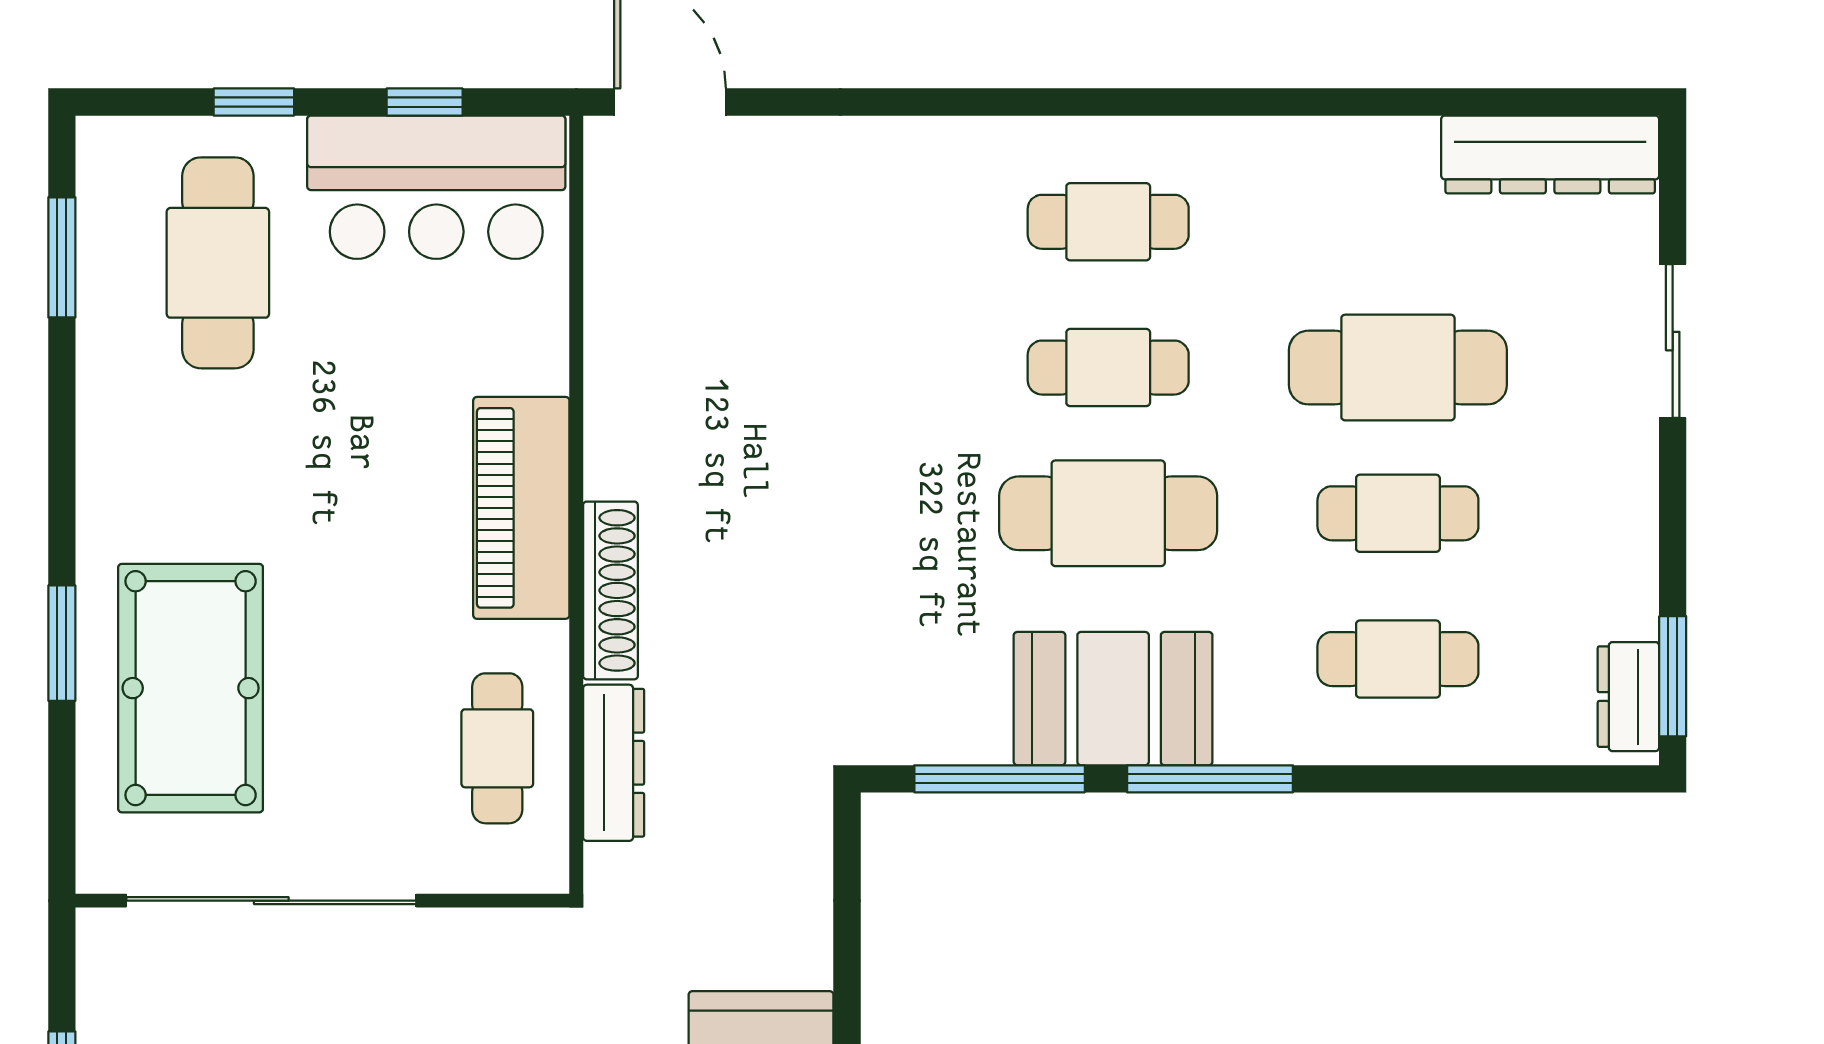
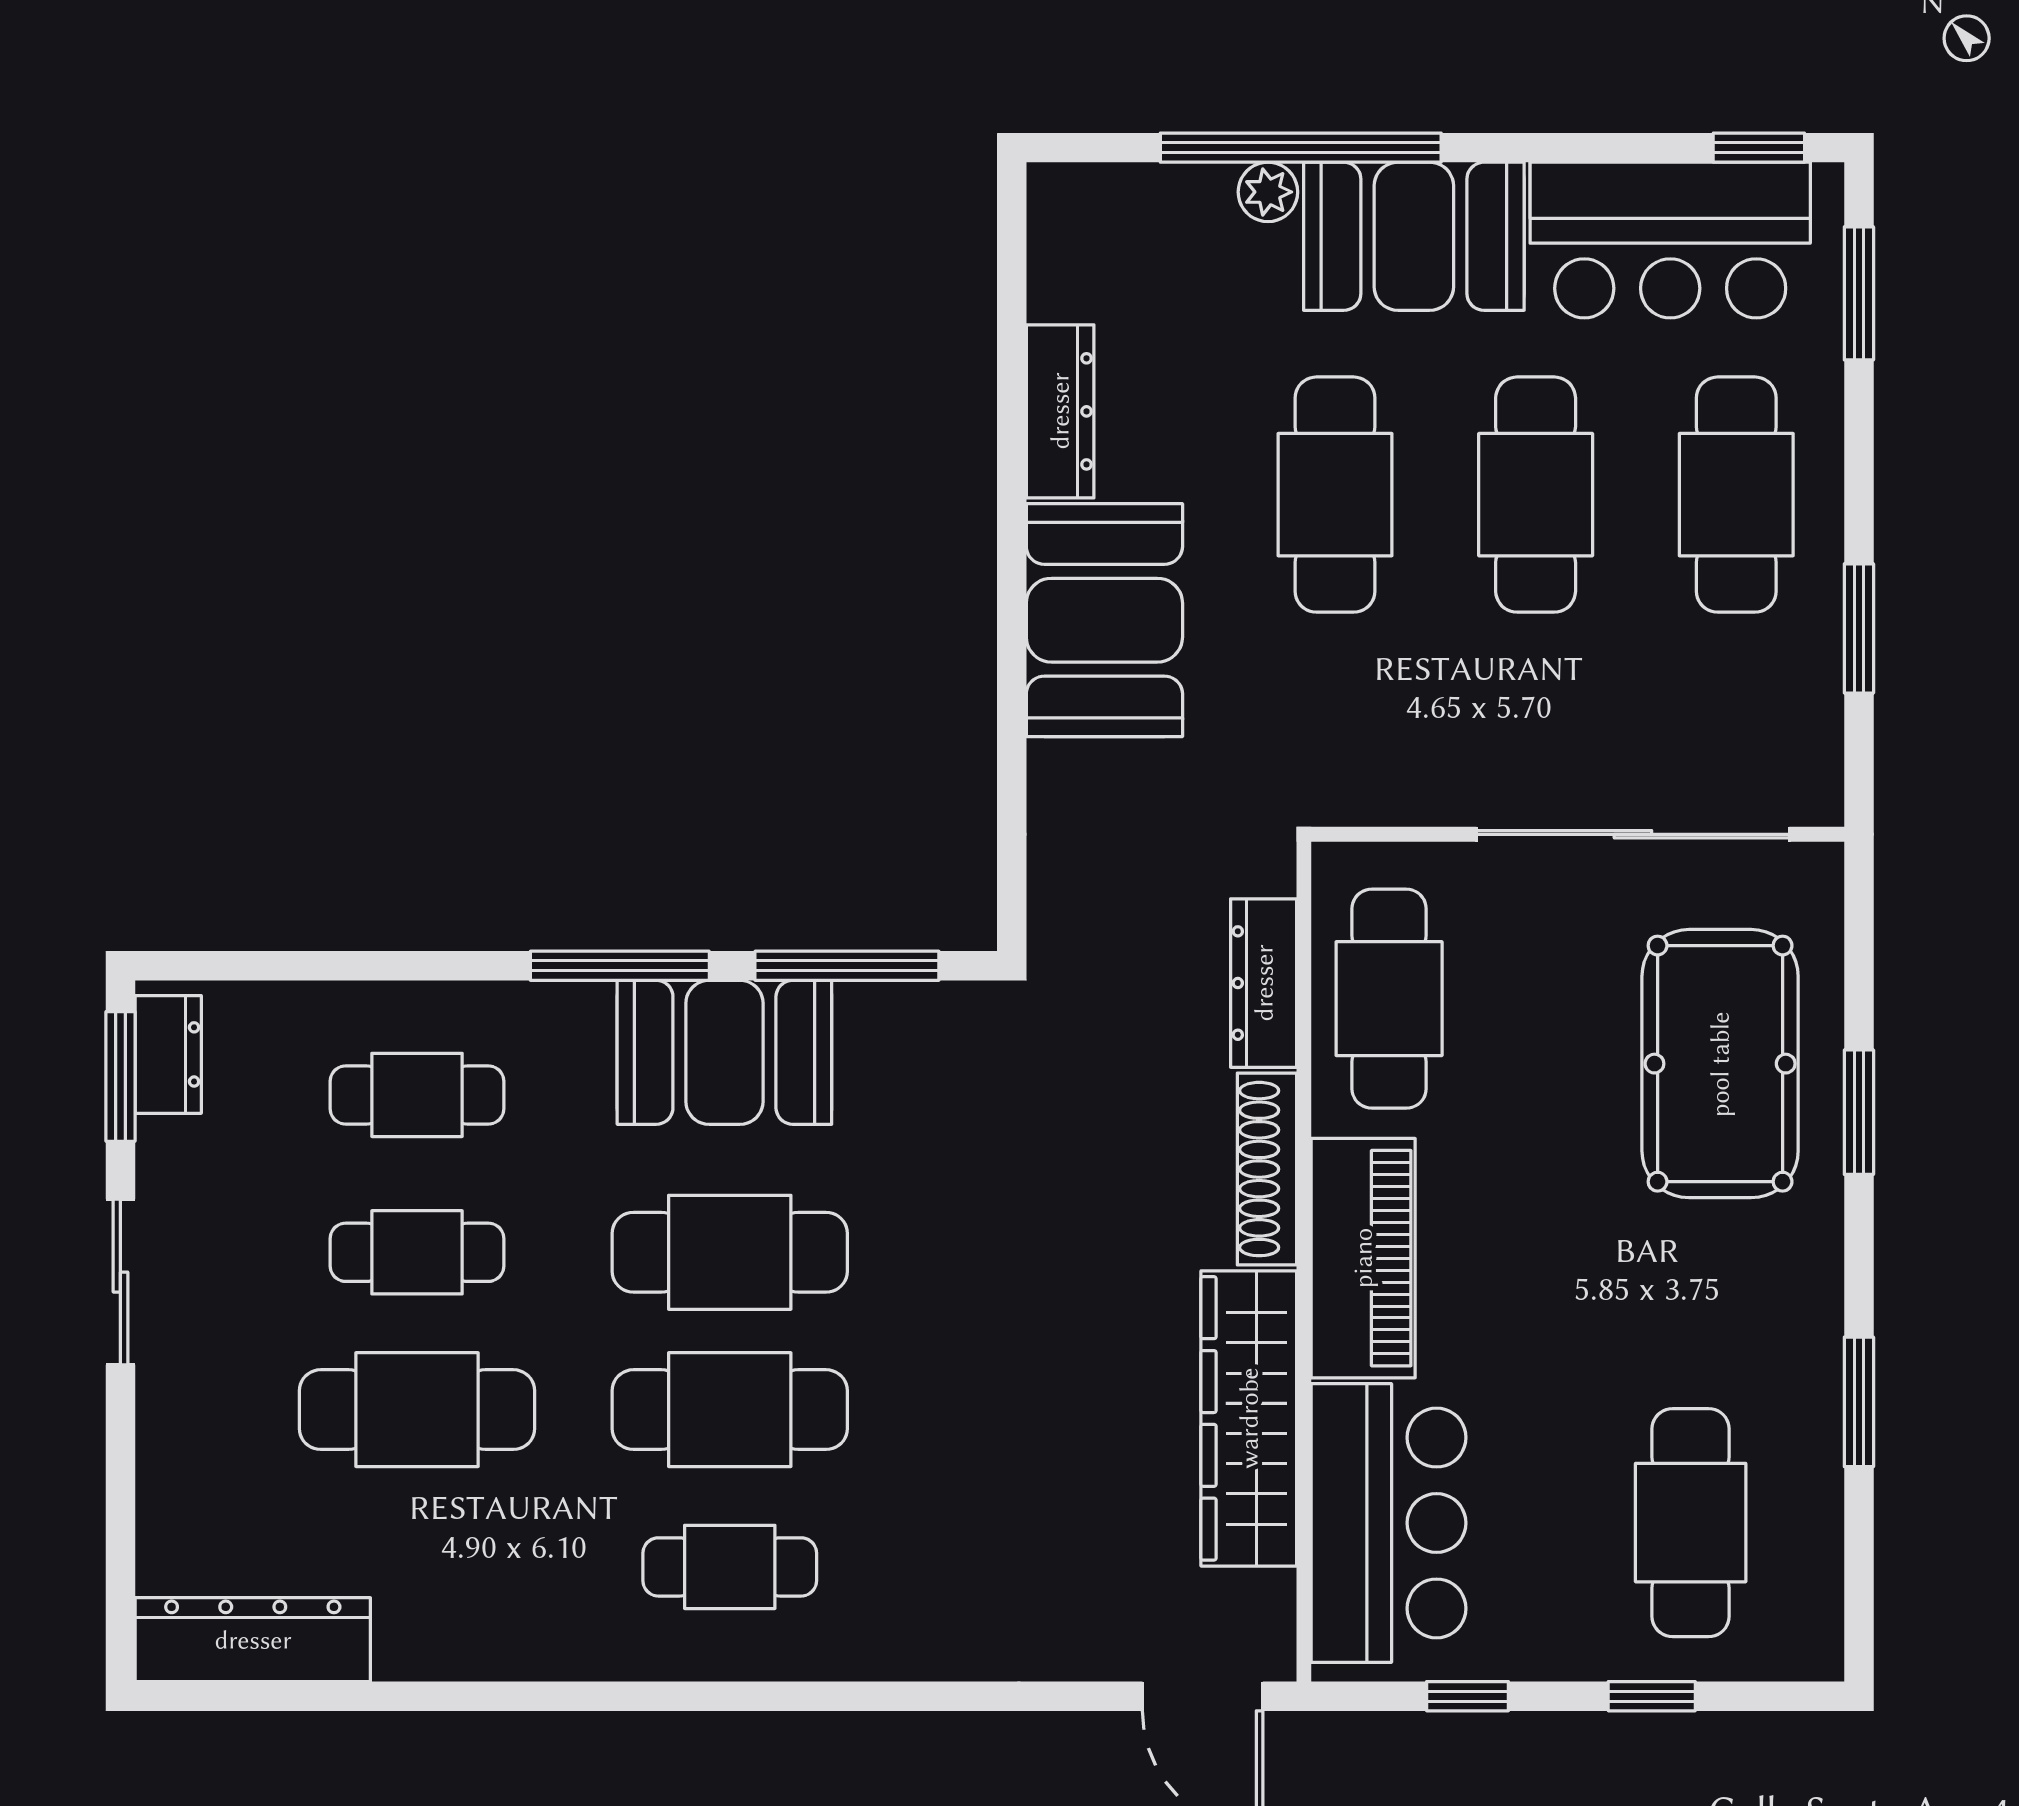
bar counter: (436, 187) -> (1389, 1523), moved, turned 90
window: (62, 257) -> (1859, 1402), moved
sliding door: (1673, 341) -> (120, 1282), moved
wardrobe: (627, 359) -> (1249, 1418), added
cafe table: (1108, 368) -> (730, 1410), width x1.37, depth x1.35
cafe table: (497, 748) -> (1389, 999), width x1.37, depth x1.35

